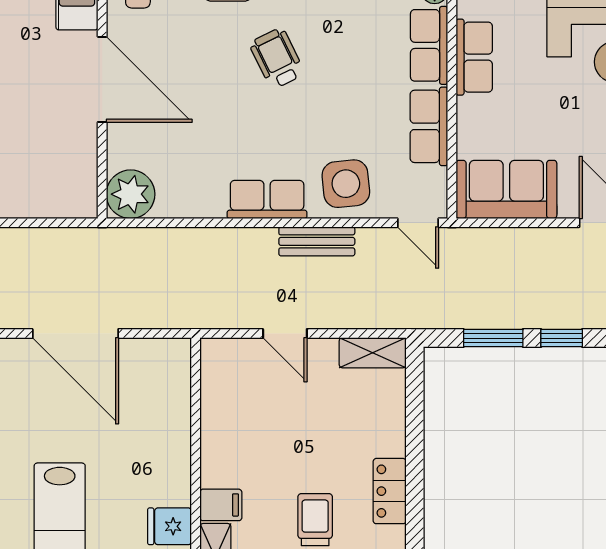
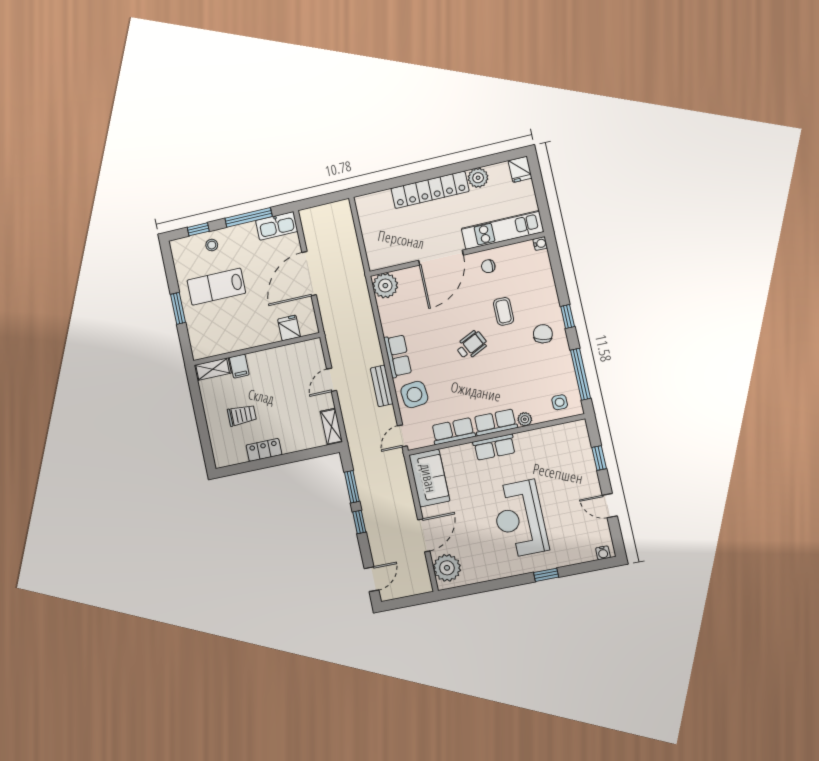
fridge: (170, 526) -> (289, 328), moved

